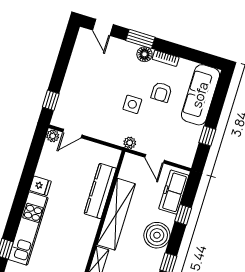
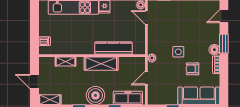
shelving: (116, 214) -> (101, 64), width x0.68

